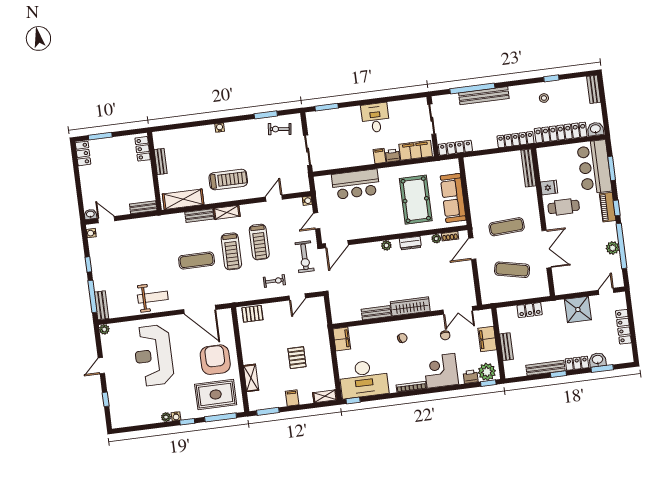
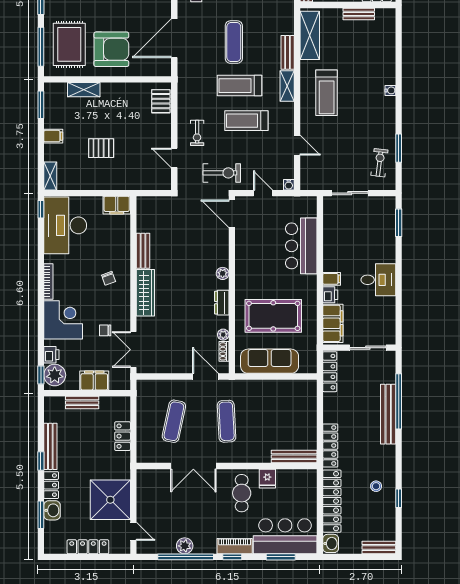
exercise bike: (305, 257) -> (222, 173), turned 180
shower: (578, 310) -> (110, 500), width x1.37, depth x1.37

